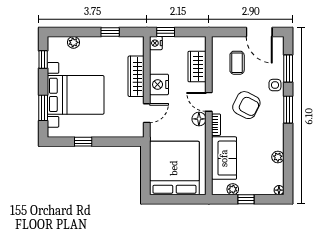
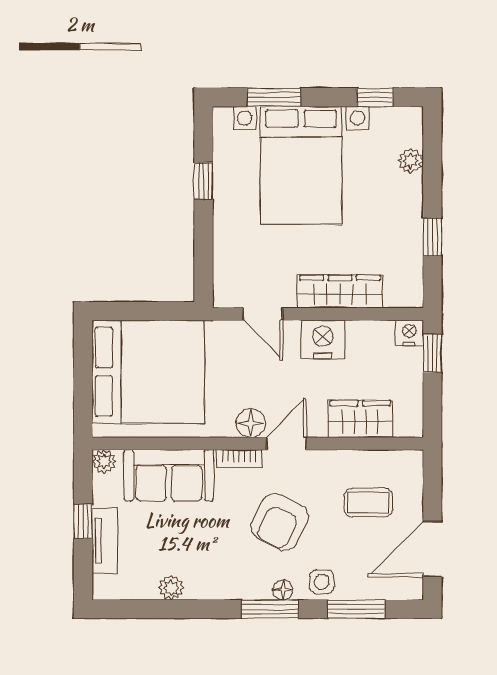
plant: (233, 189) -> (104, 461), moved
tv unit: (255, 189) -> (105, 541), added
floor lamp: (279, 190) -> (283, 590), moved

